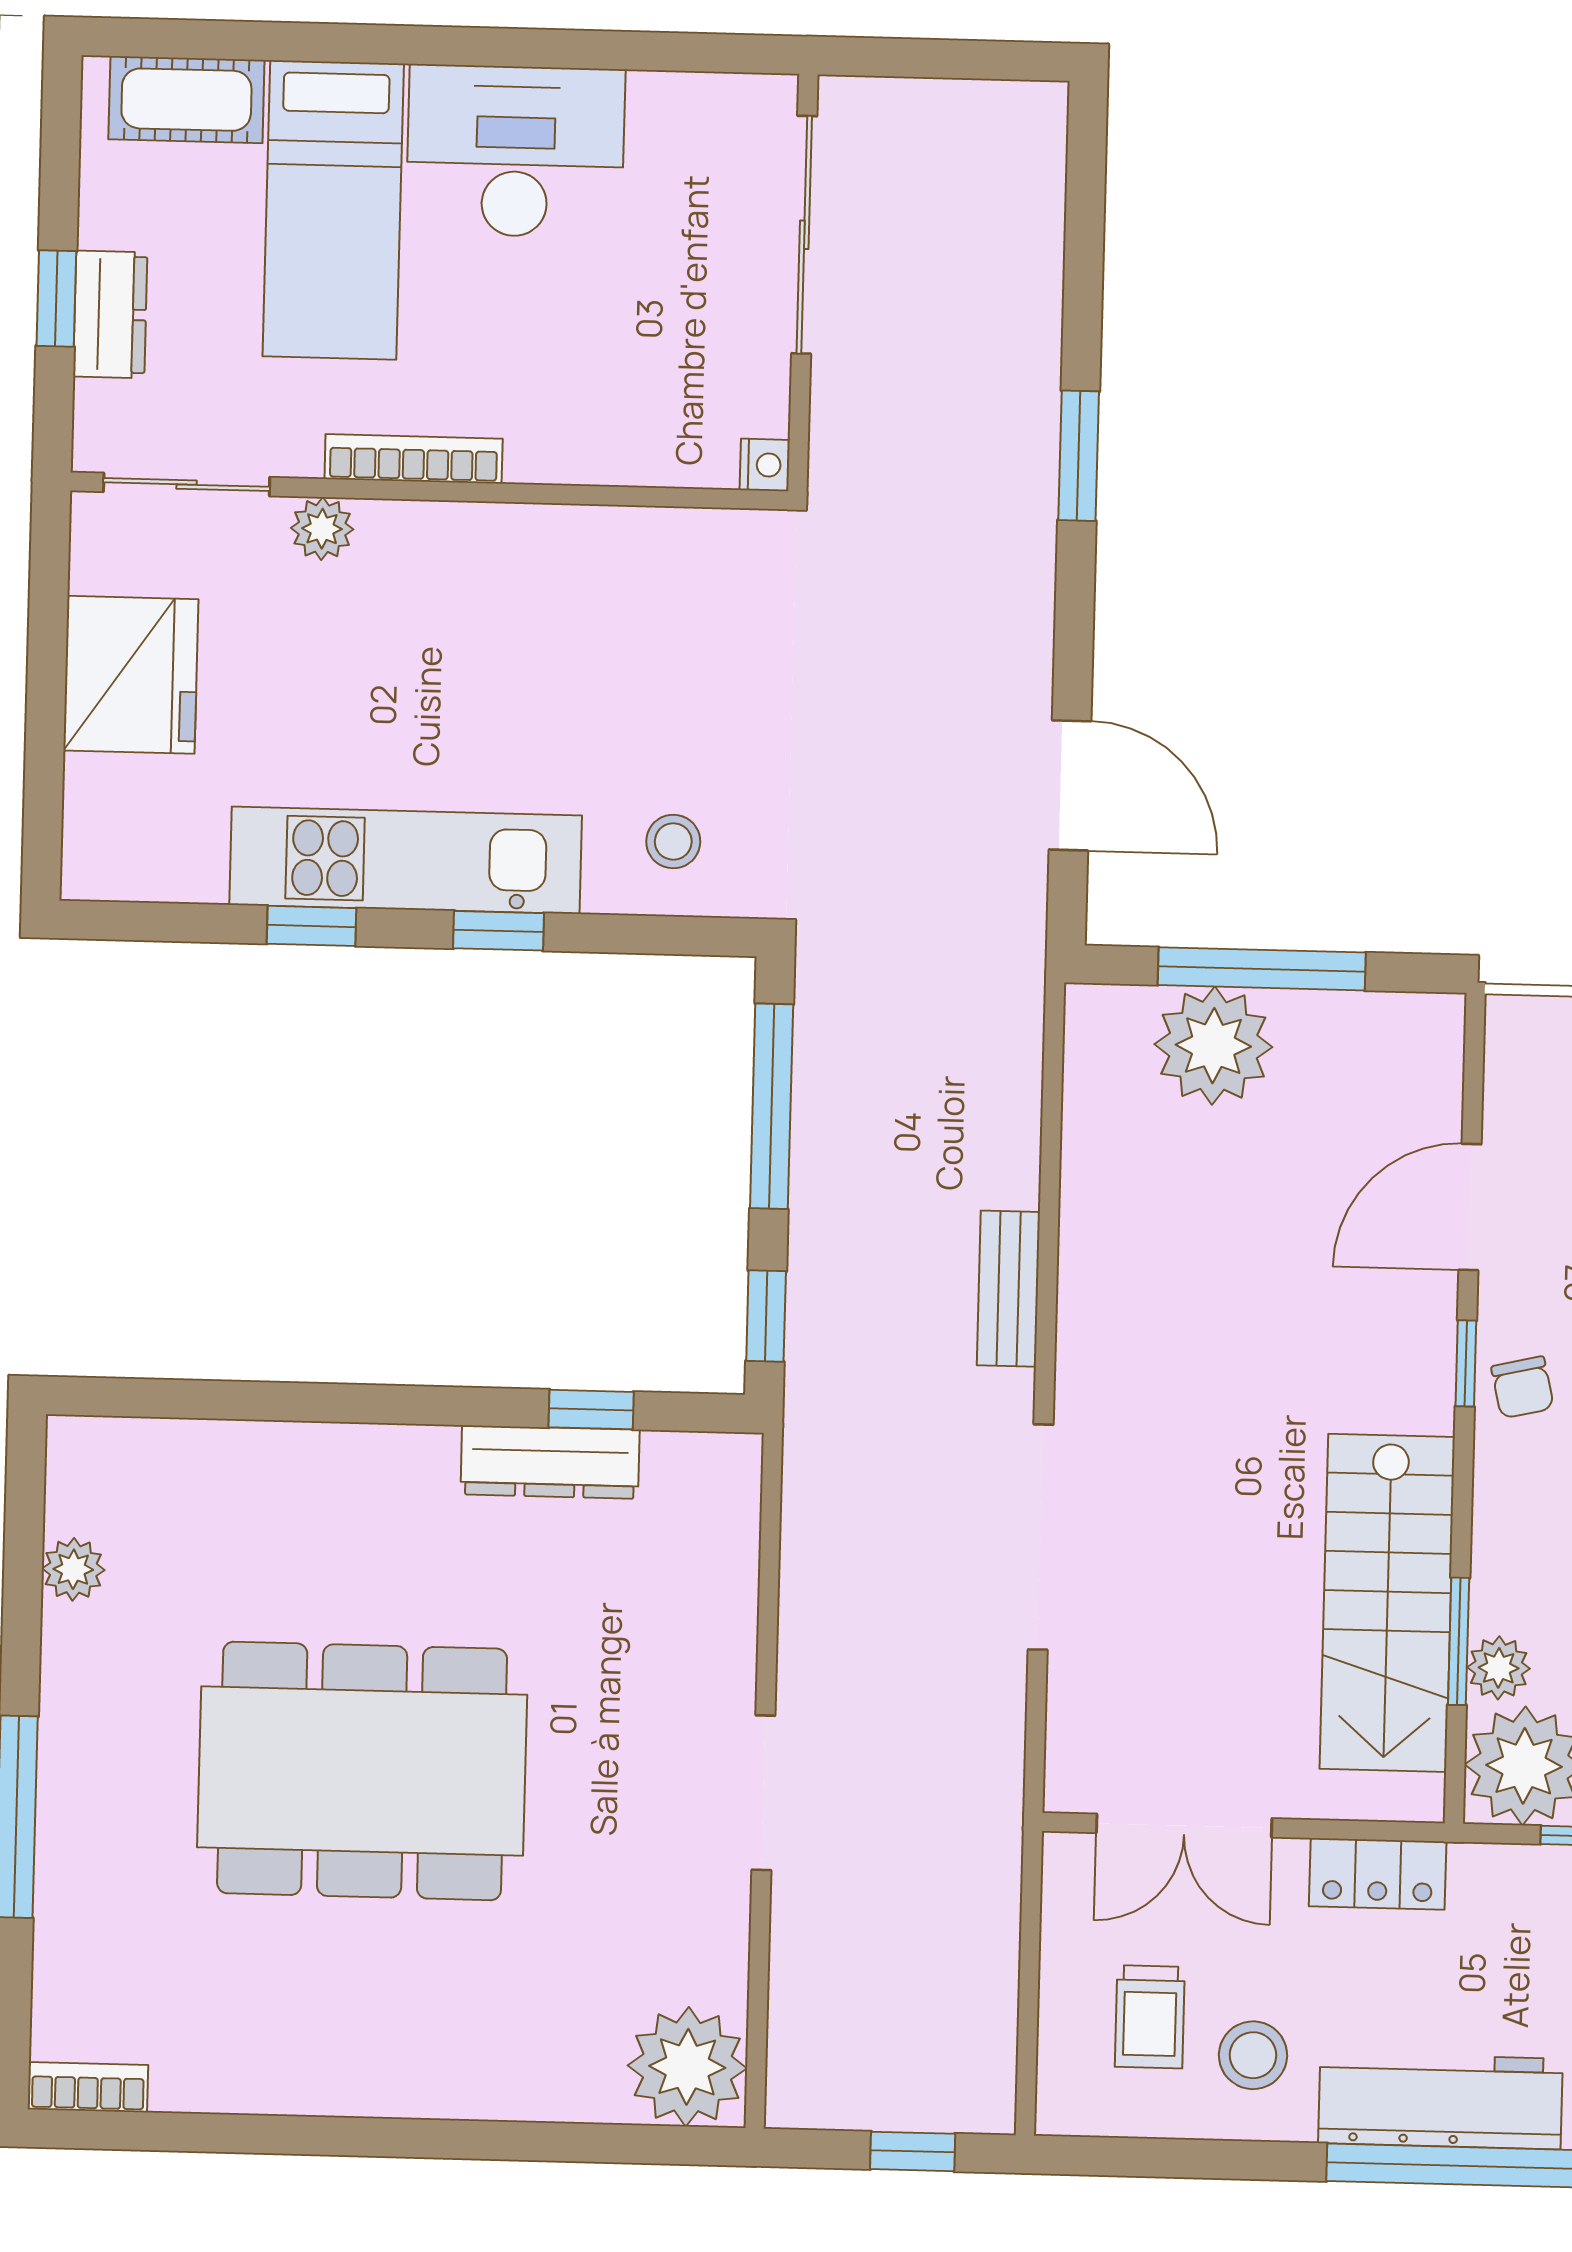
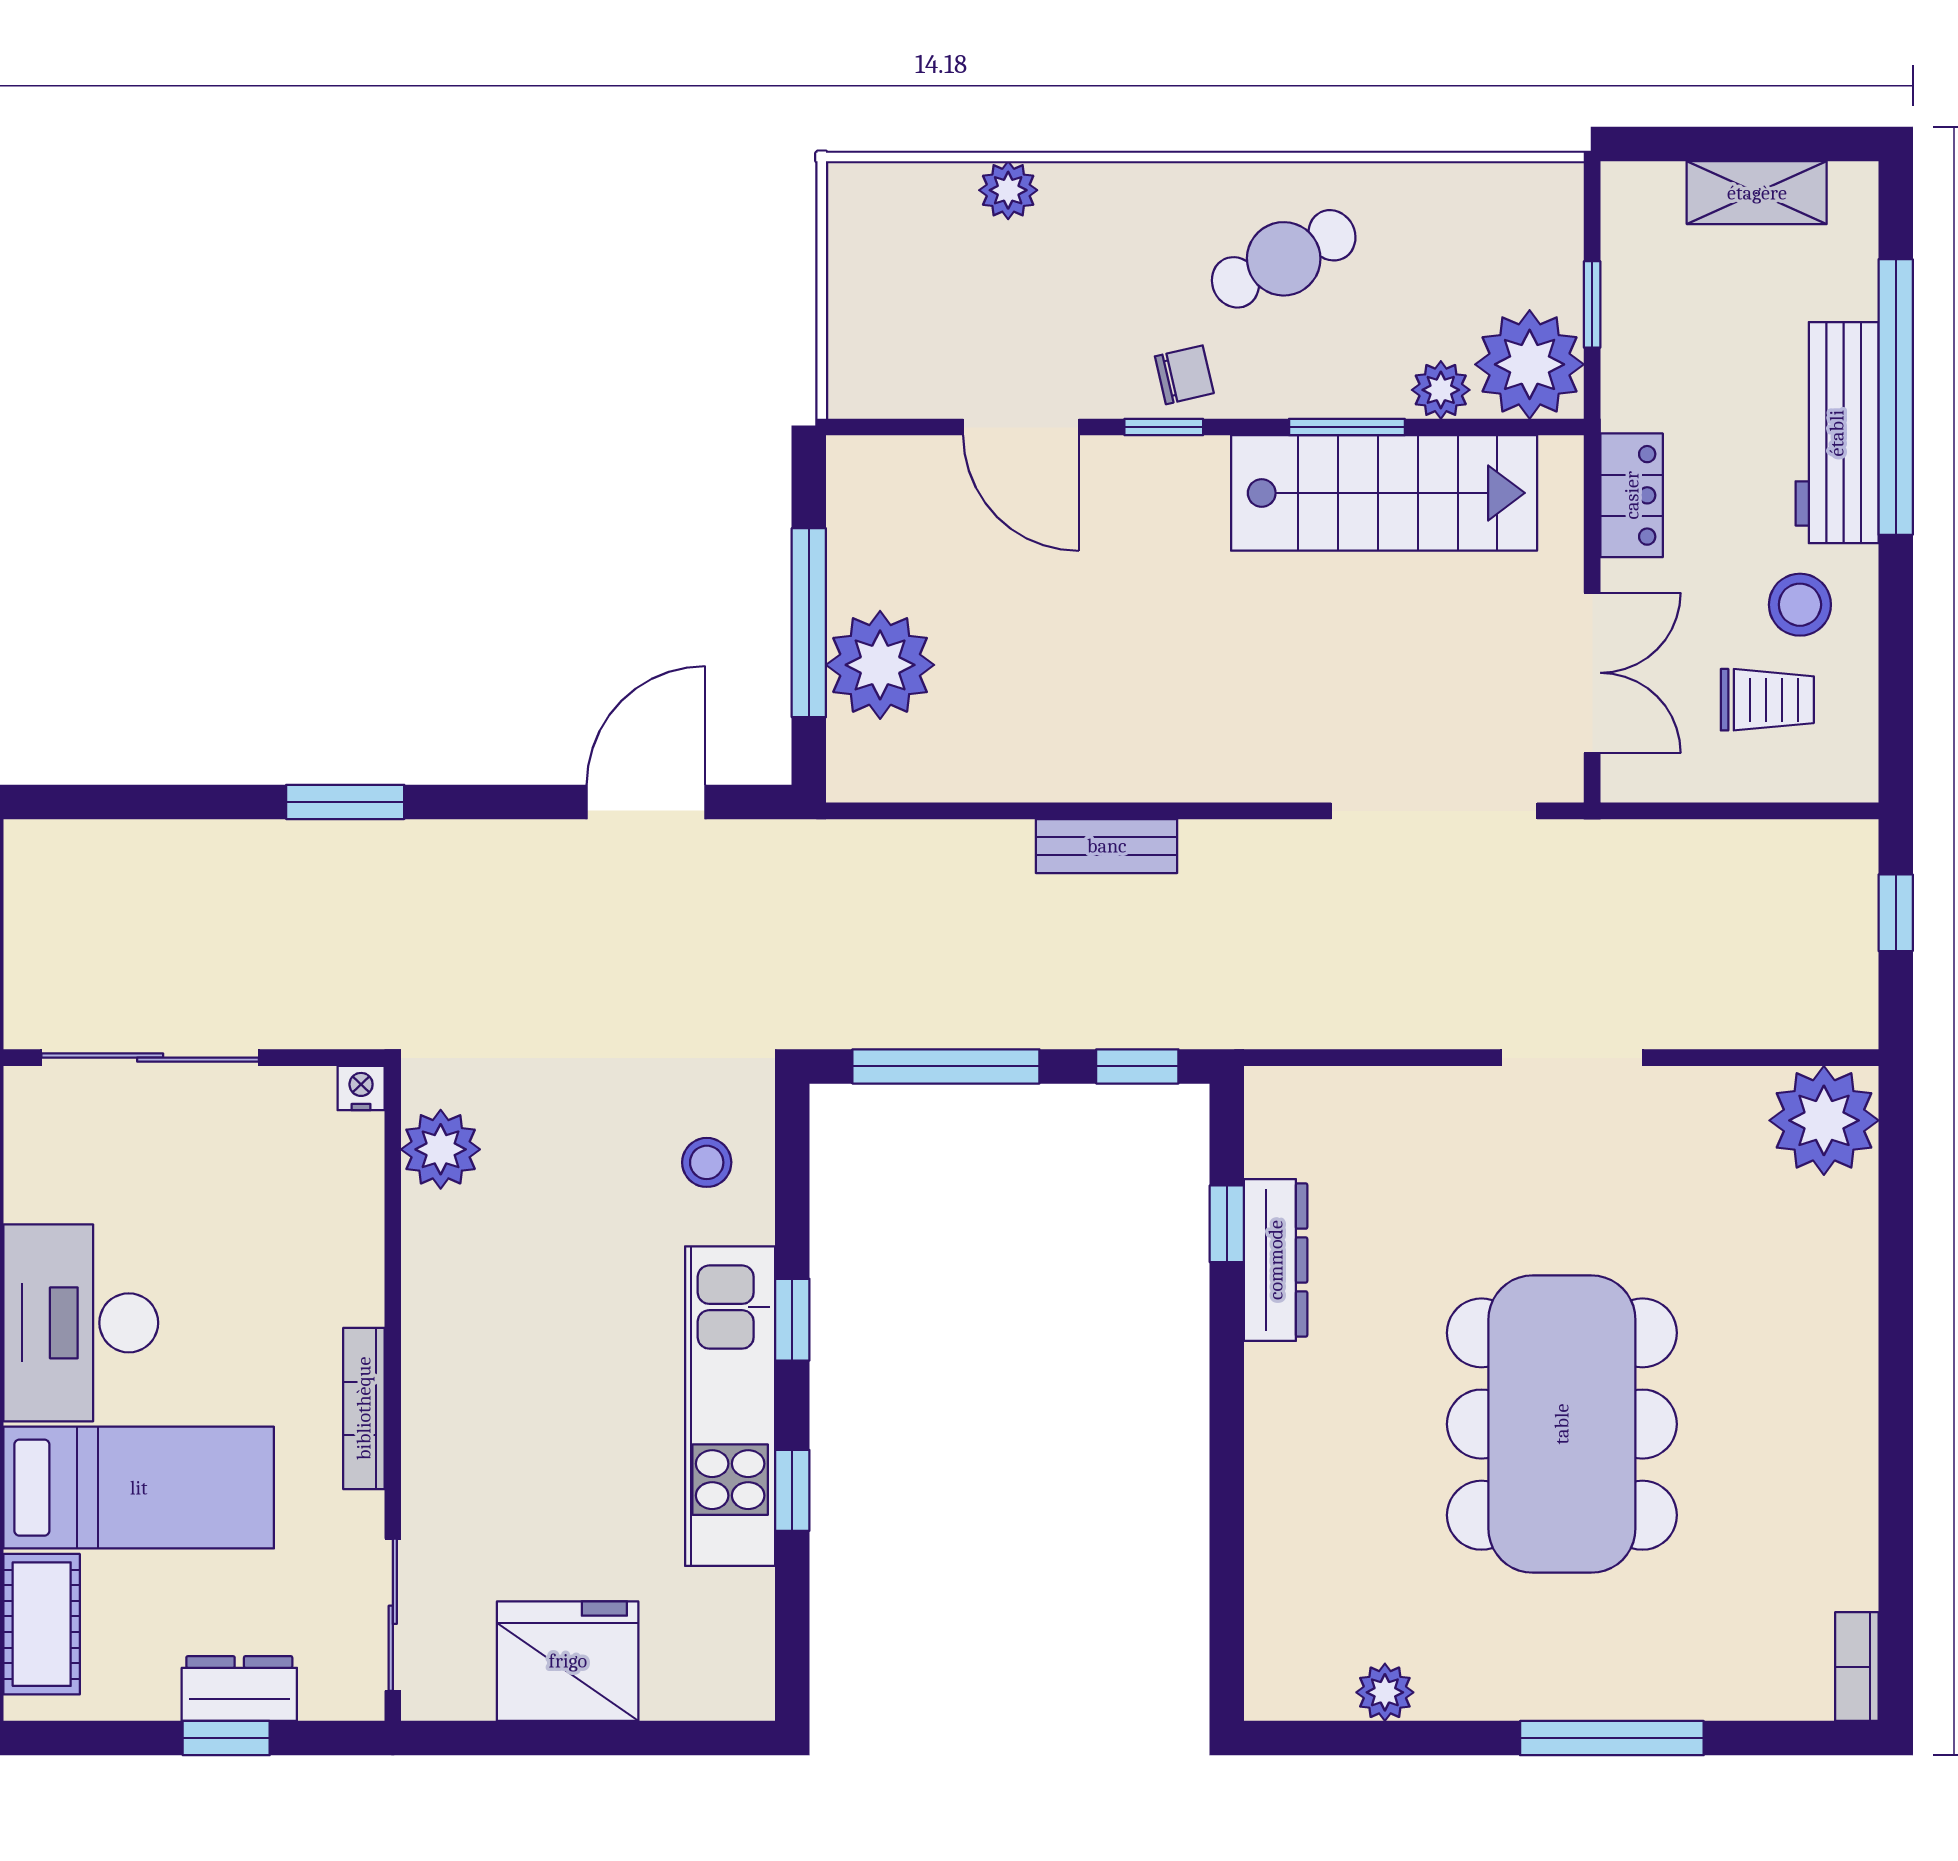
plant: (322, 529) -> (441, 1149), moved, width x1.38, depth x1.38
doorway: (1041, 1537) -> (1434, 811), moved
window: (1459, 1641) -> (1347, 427), moved

